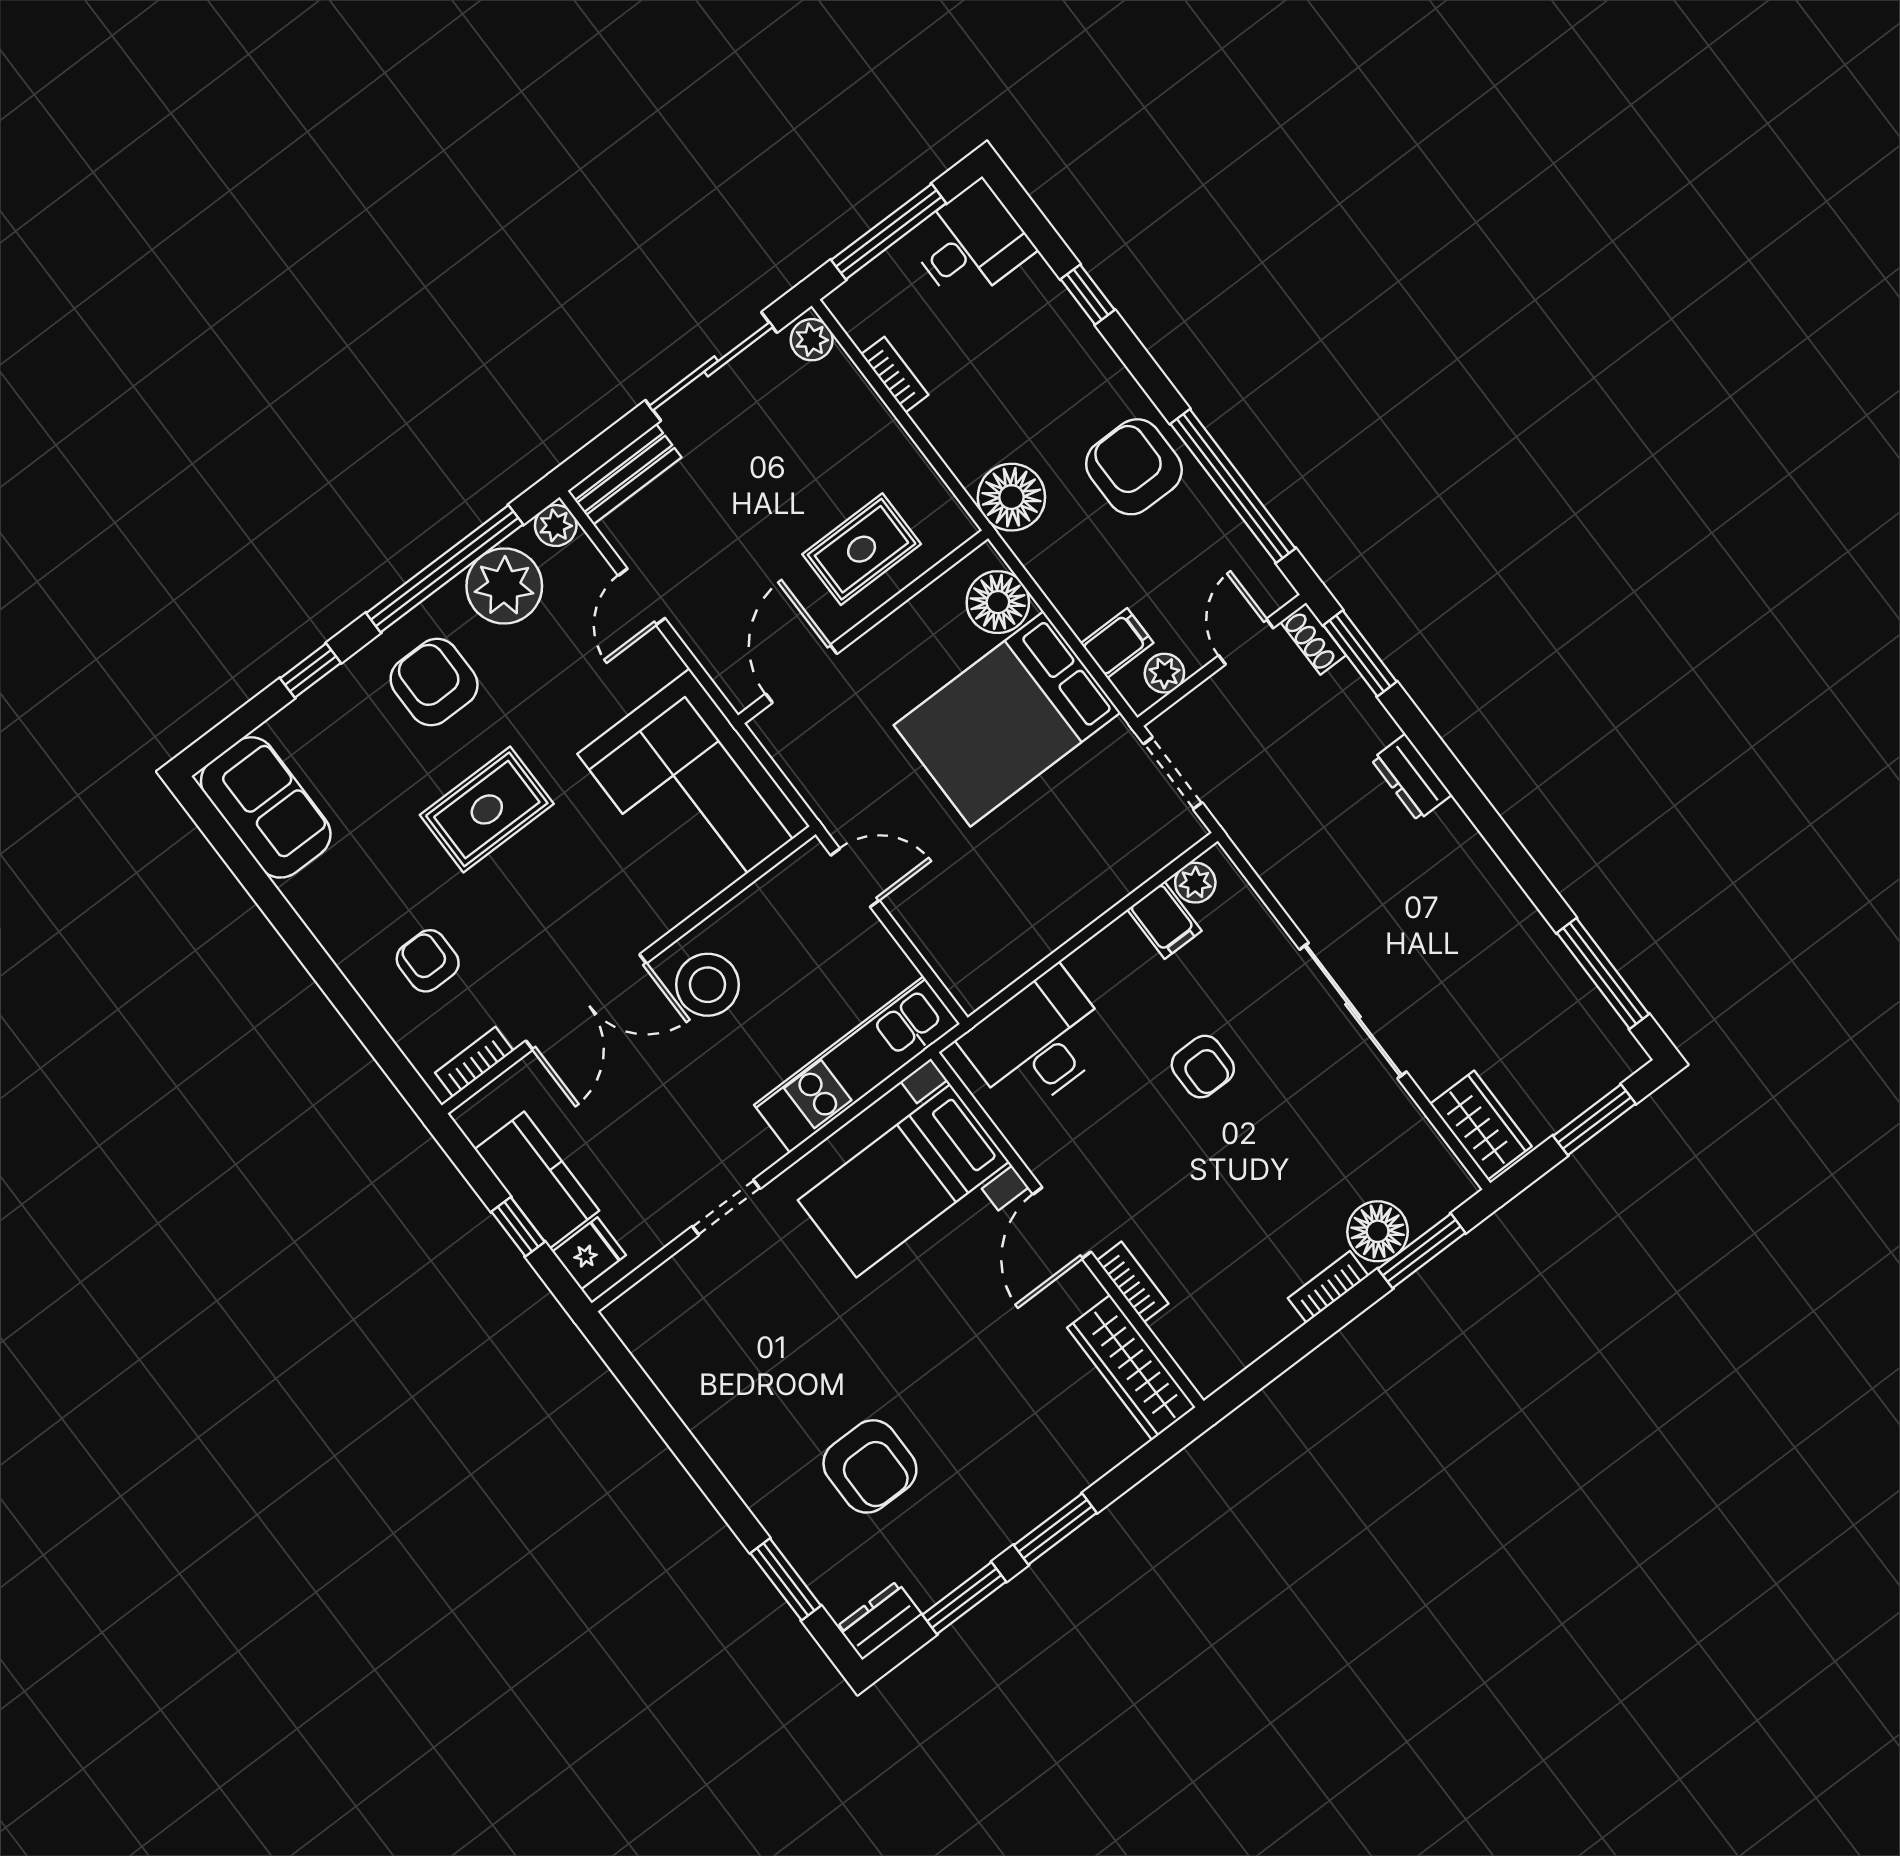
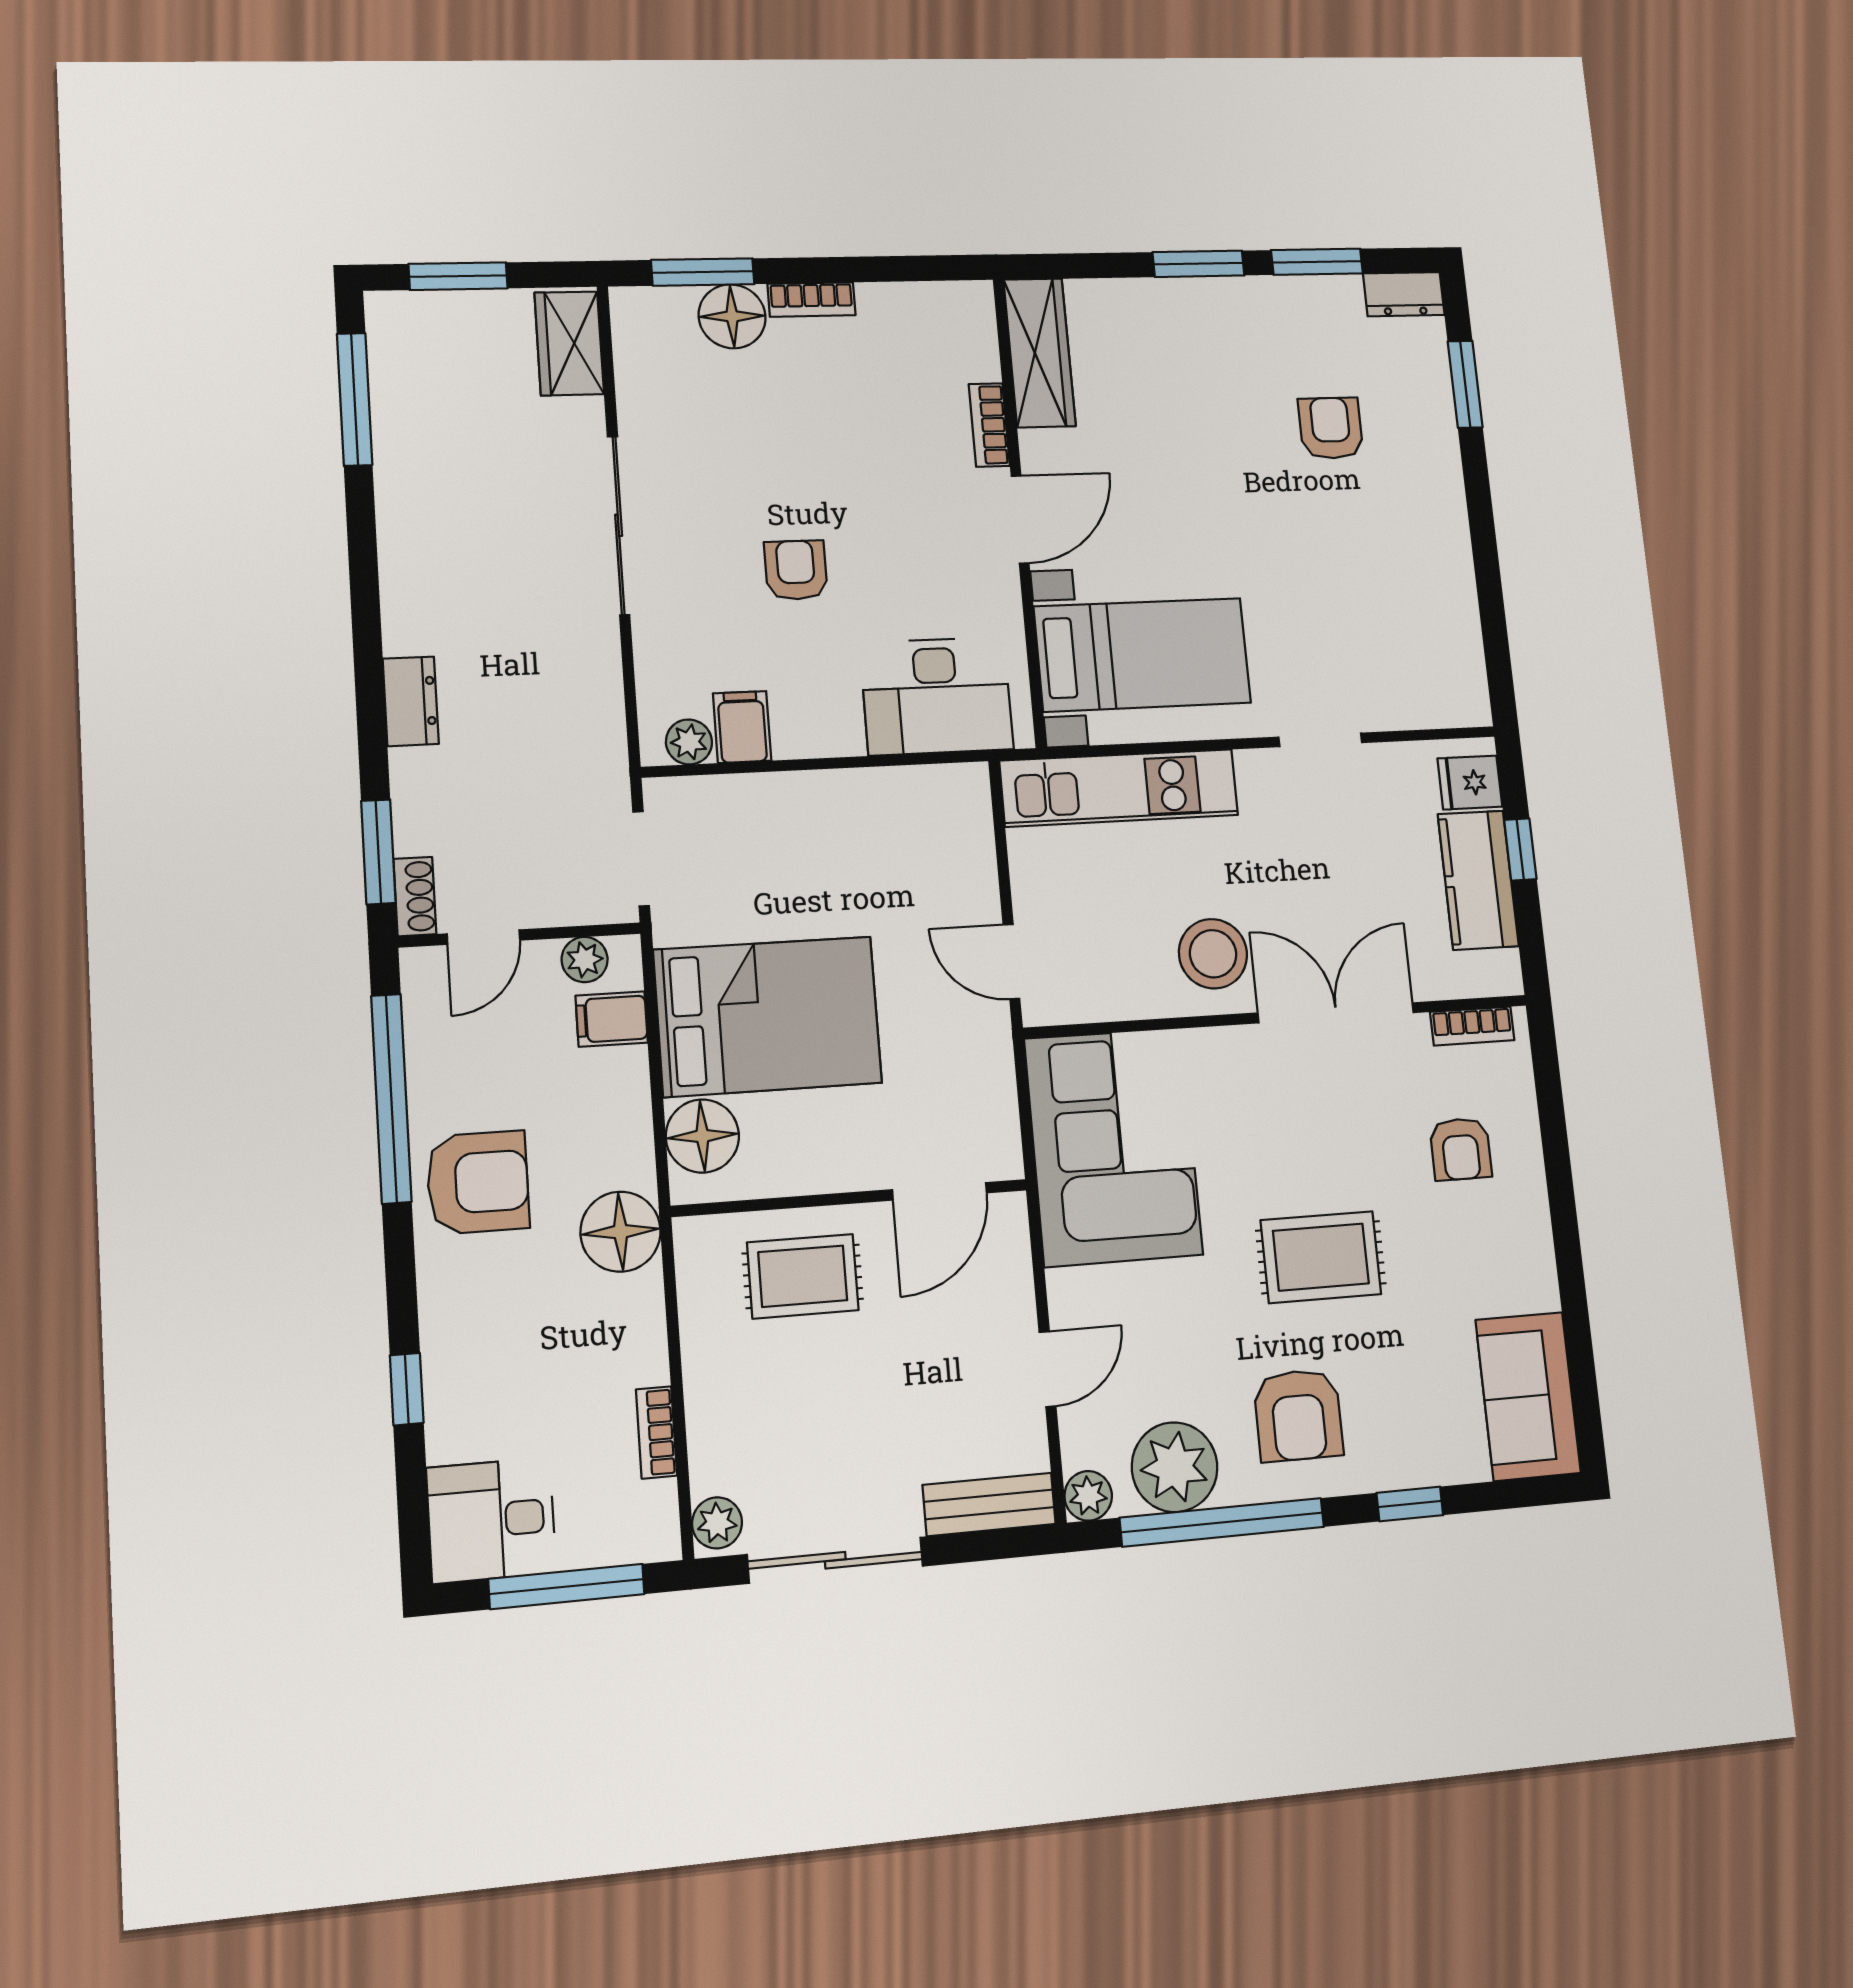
armchair: (1134, 467) -> (478, 1182), turned -90
armchair: (870, 1466) -> (1331, 428), width x0.72, depth x0.72

